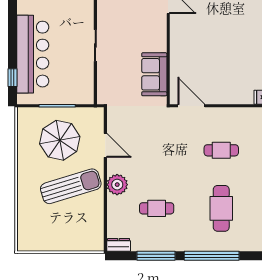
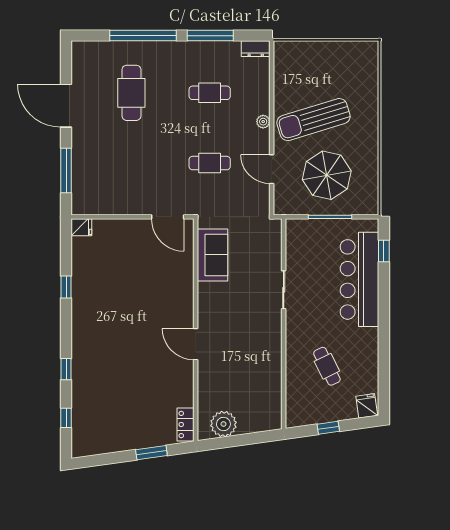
cafe table: (221, 150) -> (210, 163), moved
plant: (117, 185) -> (263, 122), width x0.53, depth x0.53

